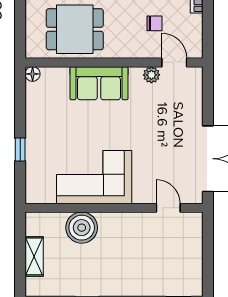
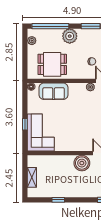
sofa: (99, 83) -> (54, 91), moved
corner sofa: (94, 177) -> (41, 133), moved, turned 90
boiler: (82, 228) -> (82, 163), moved

